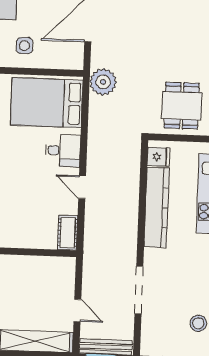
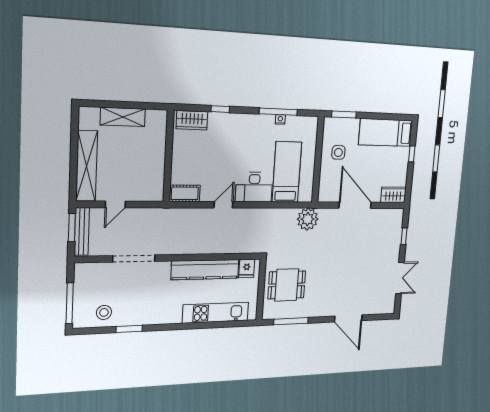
bed: (47, 103) -> (287, 172), width x0.67
desk: (63, 150) -> (254, 187), width x1.37

